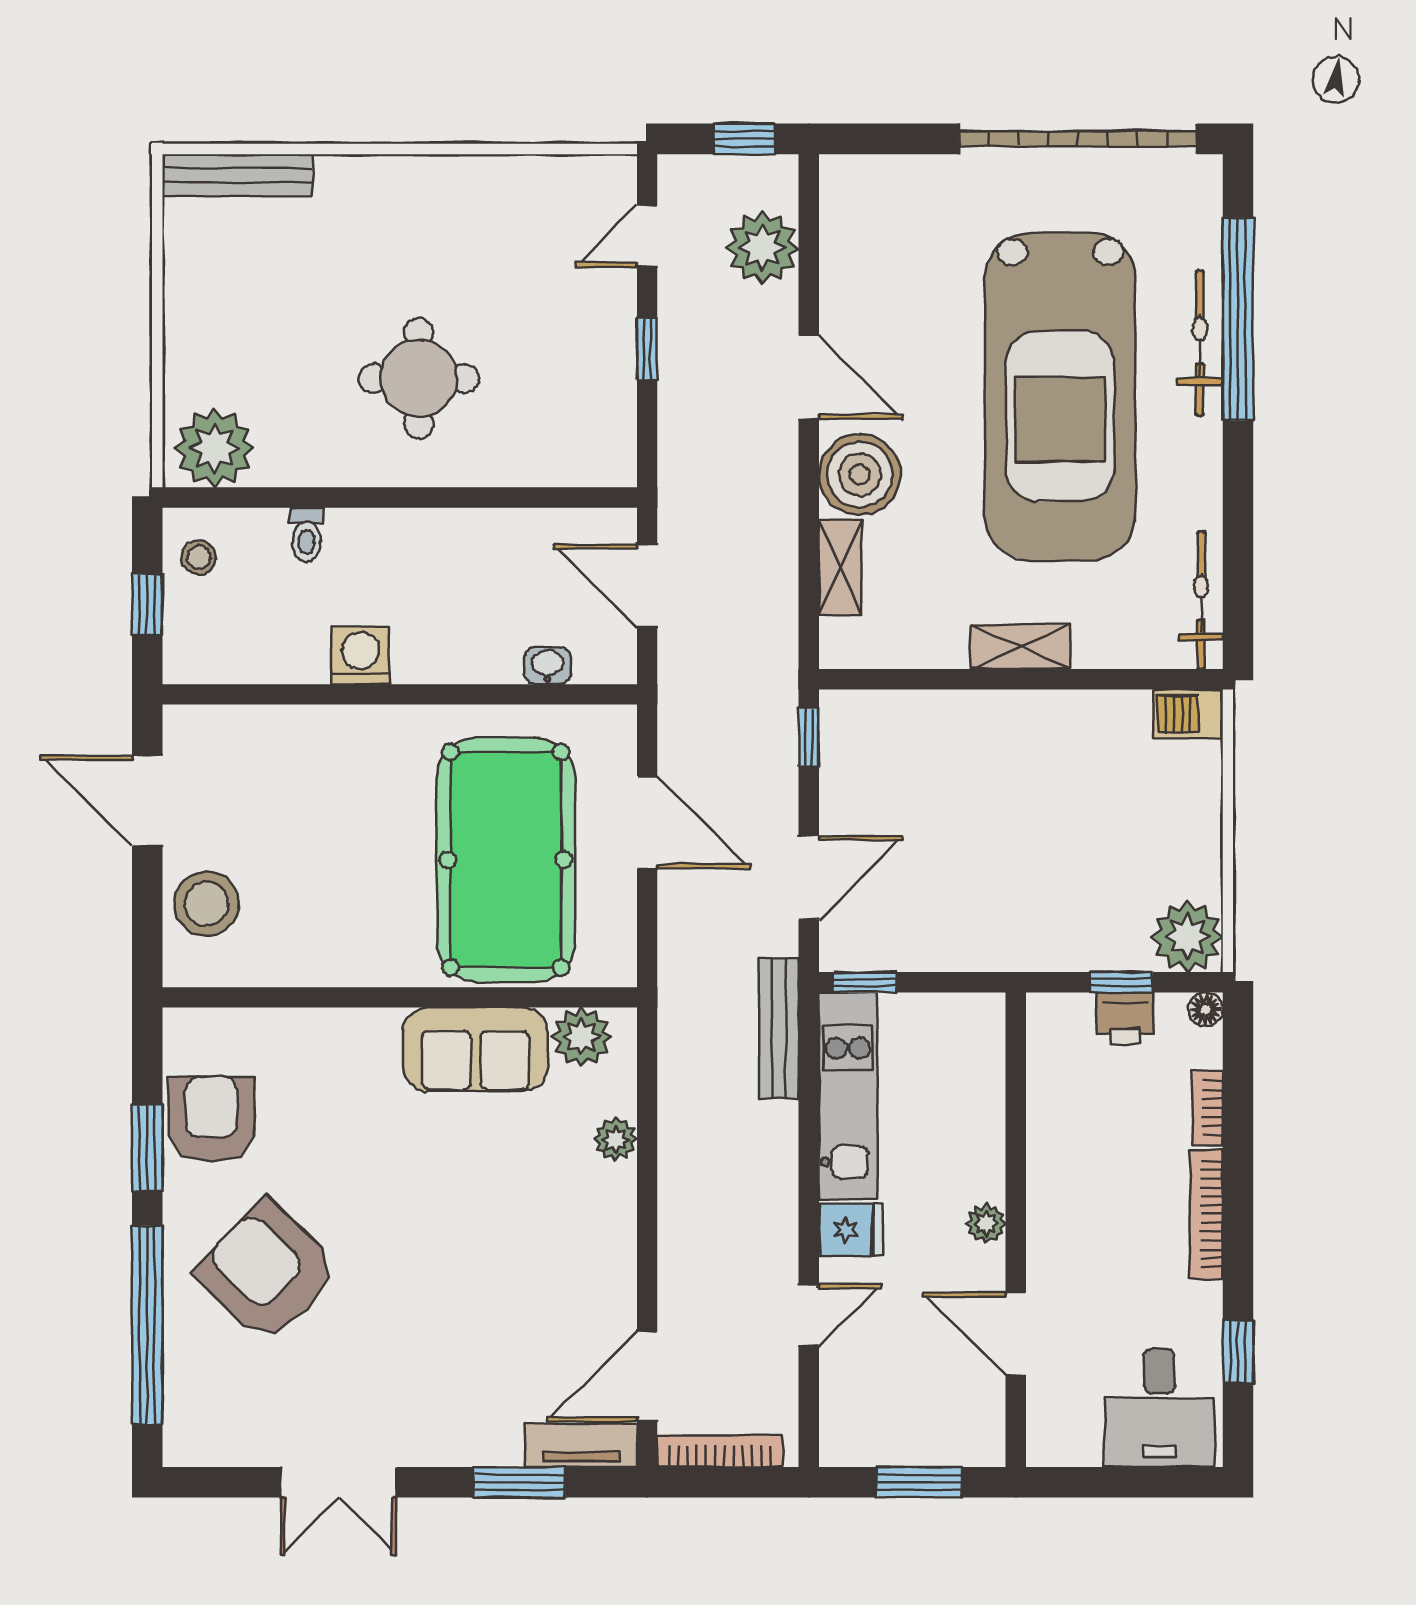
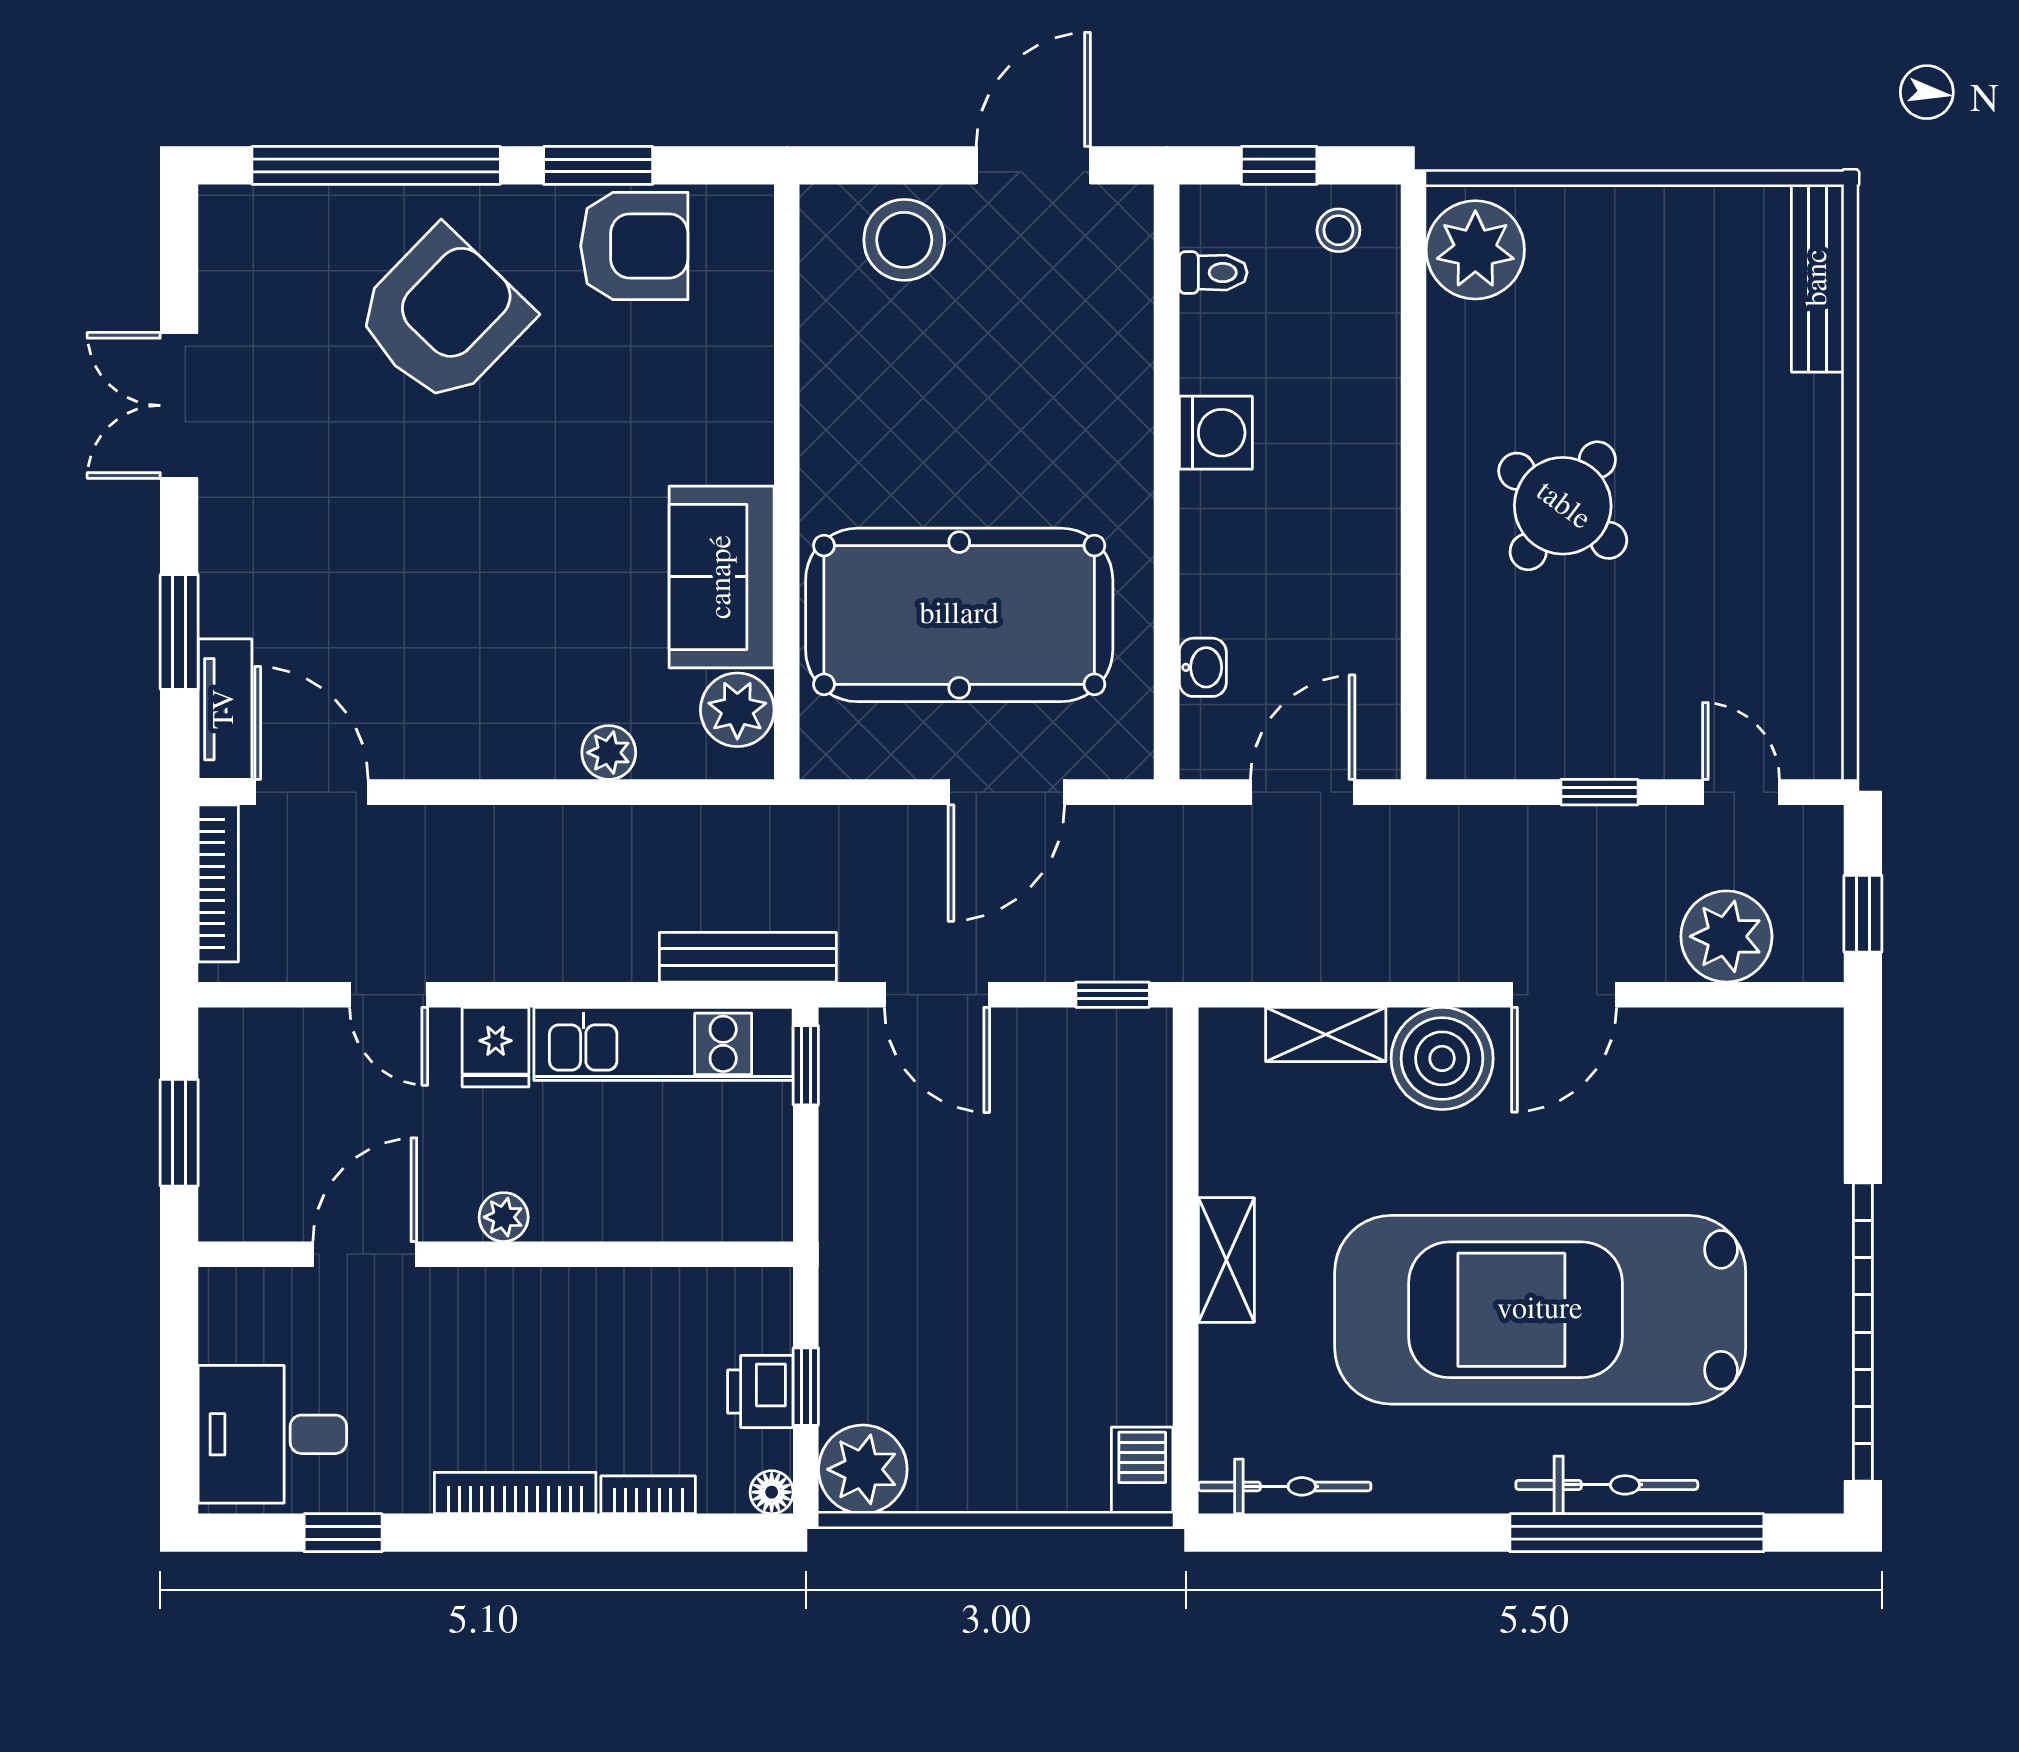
round table: (419, 378) -> (1563, 506), turned 37
toilet: (306, 535) -> (1213, 273), moved, turned 180

